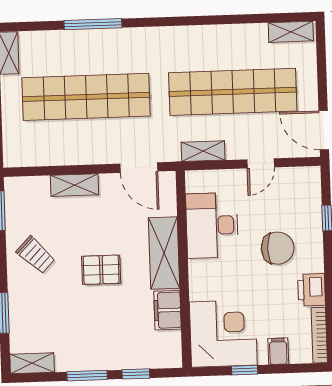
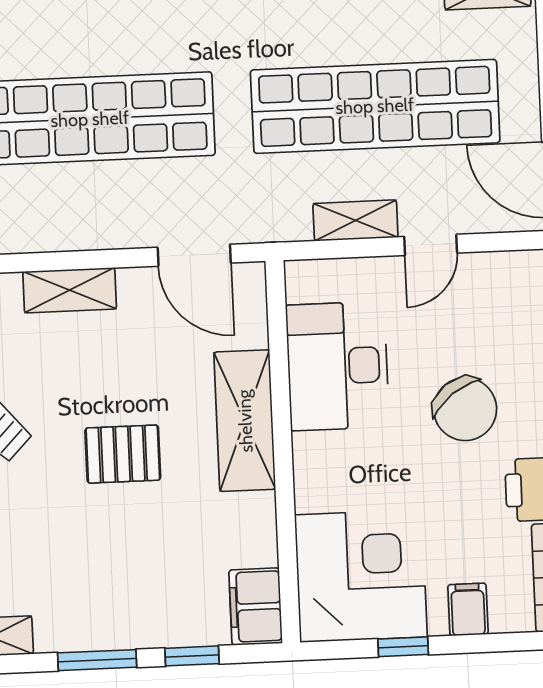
shelving: (203, 151) -> (355, 220), moved
chair: (278, 248) -> (465, 409), turned 53
filing cabinet: (168, 310) -> (256, 607), moved

